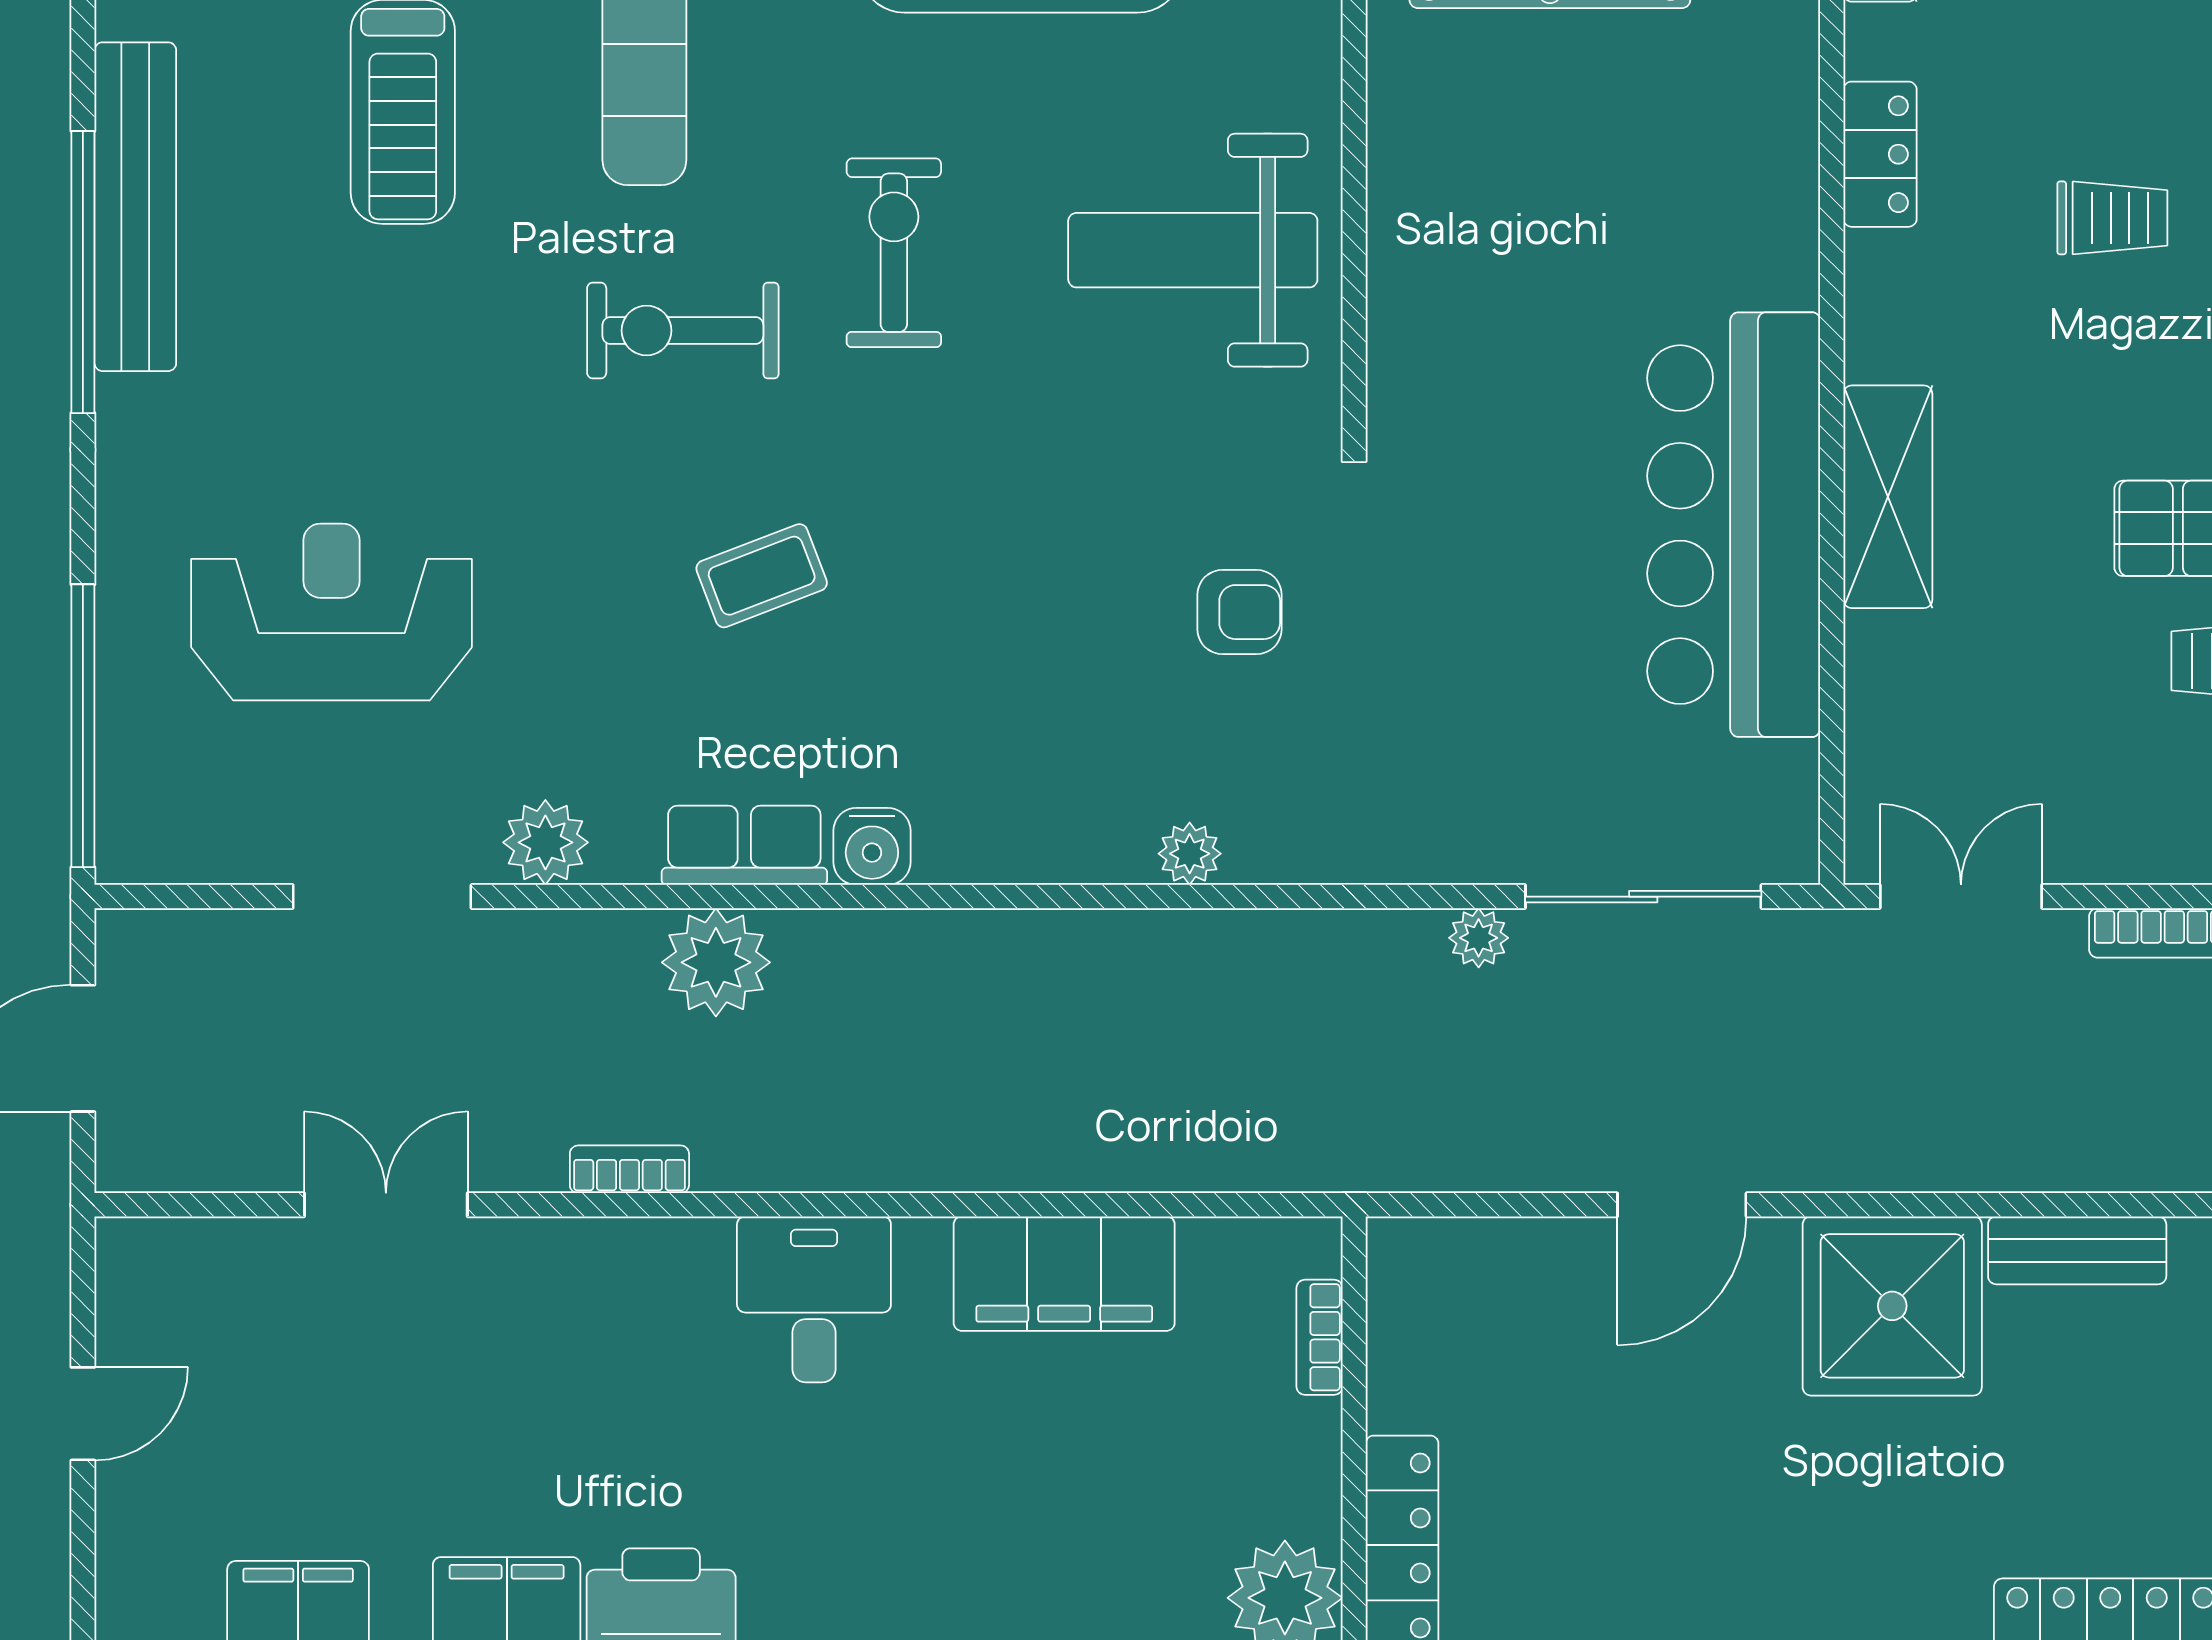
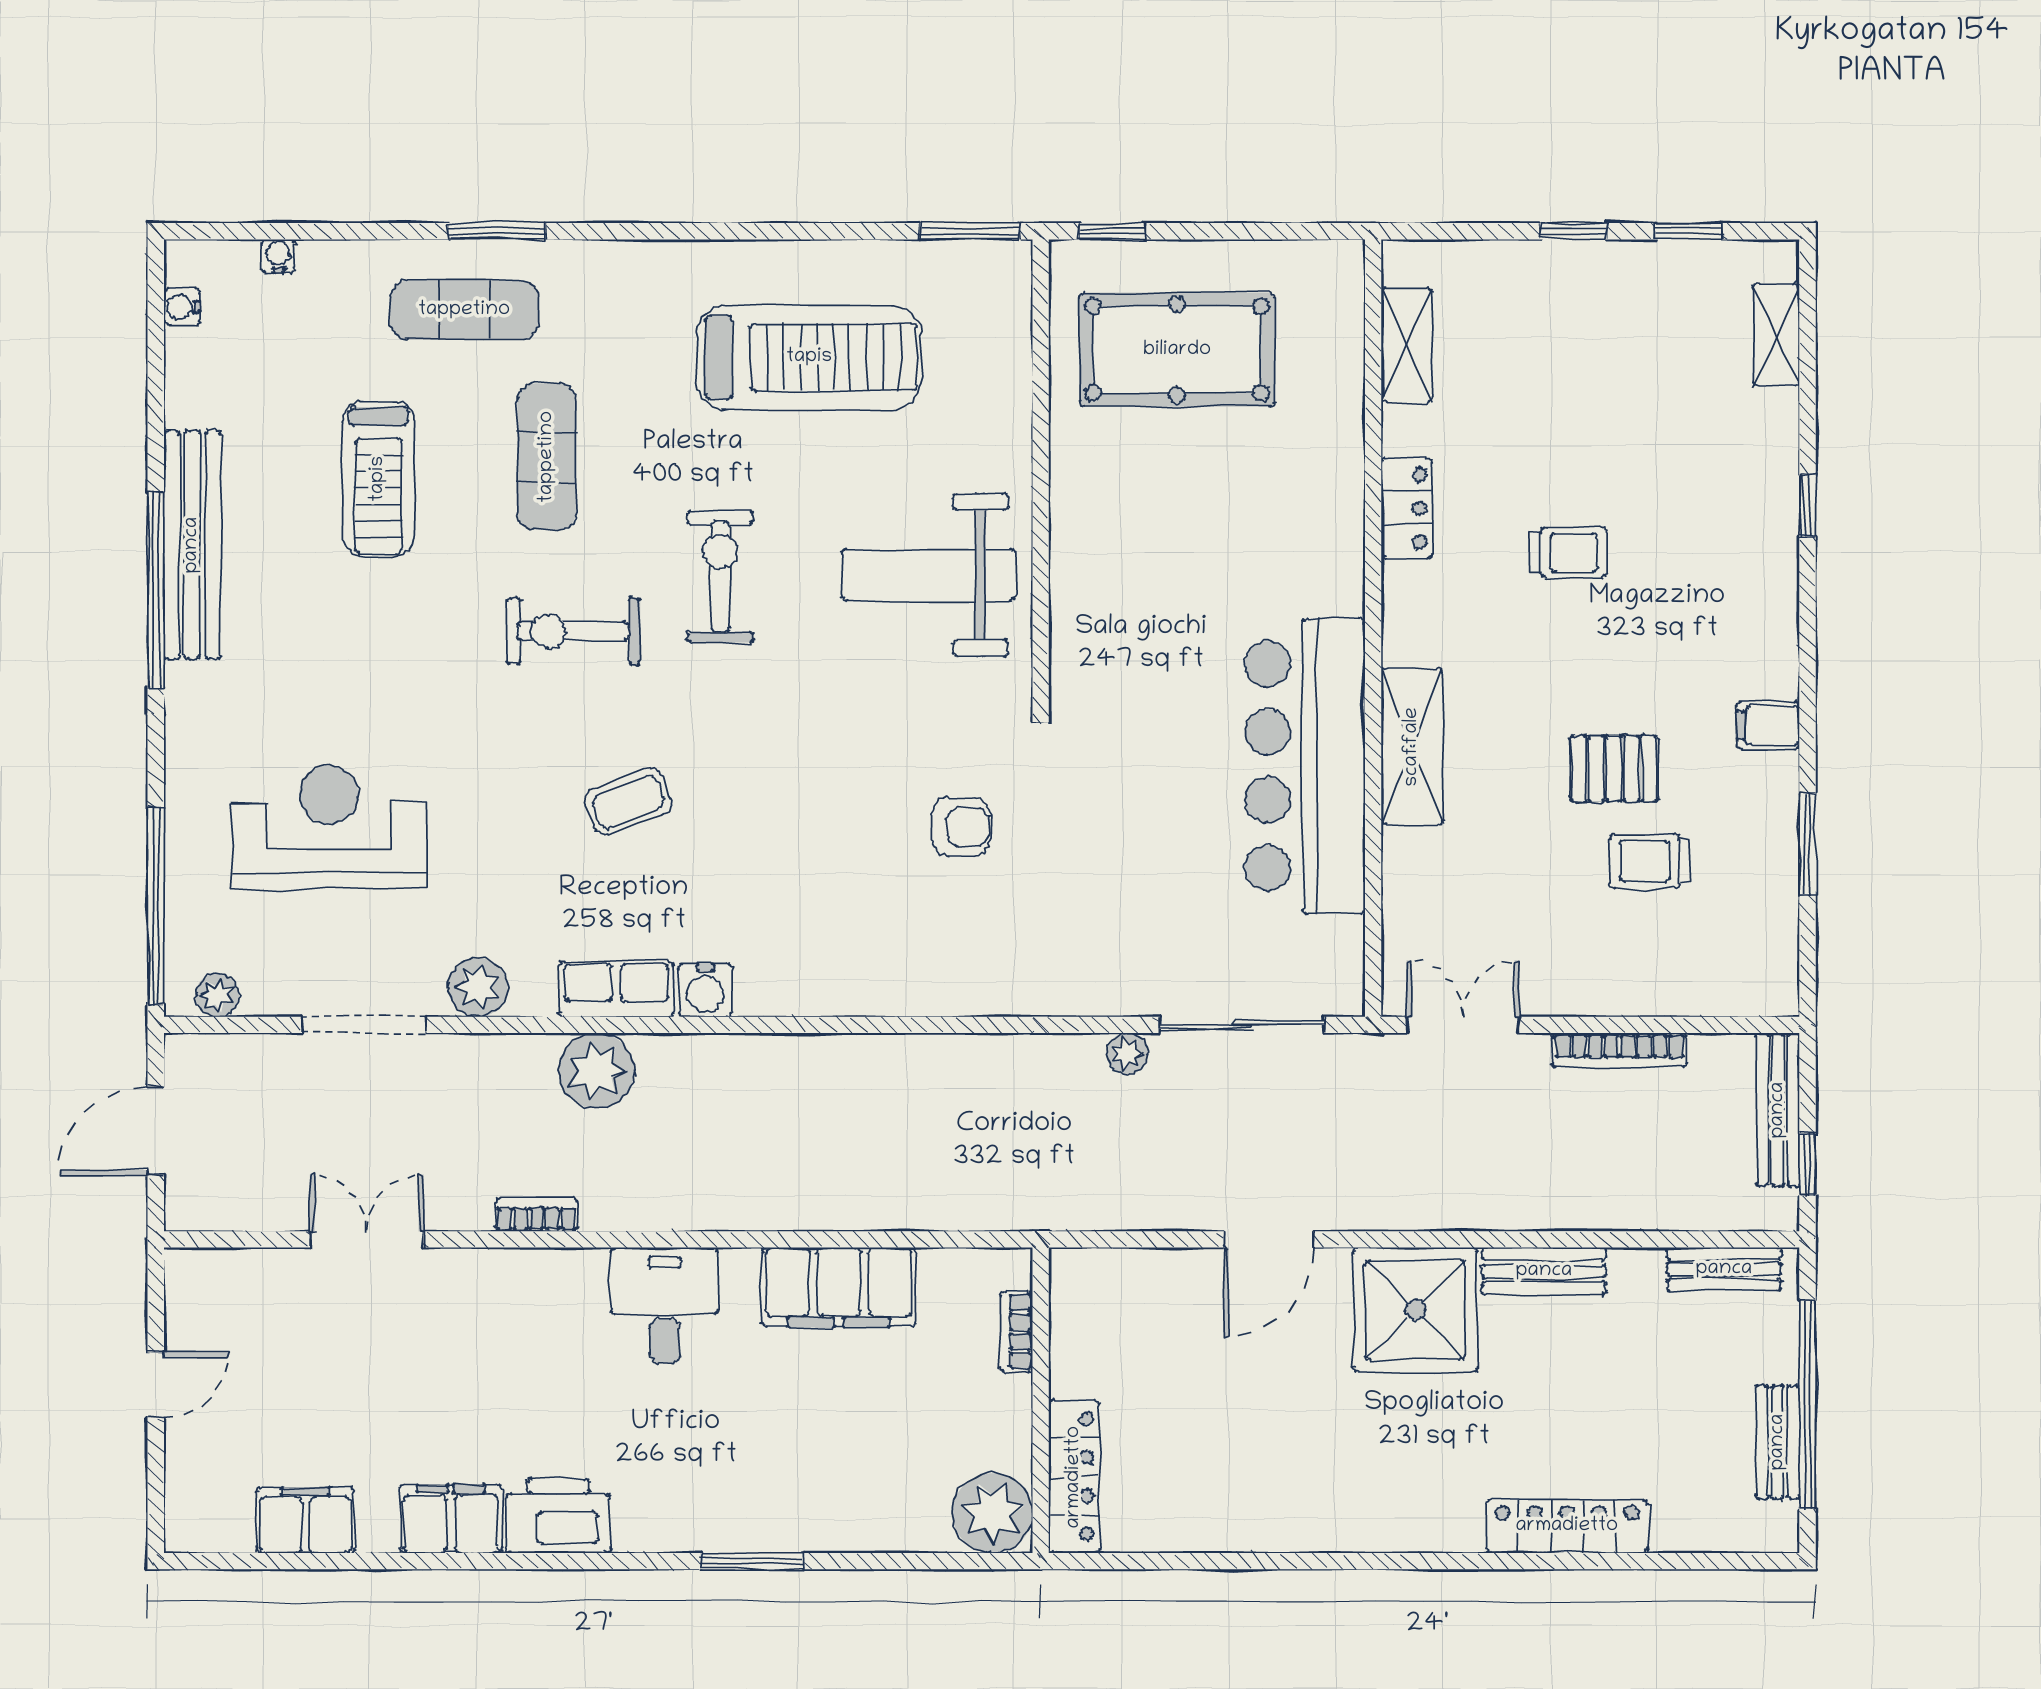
plant: (1190, 854) -> (217, 995), moved

